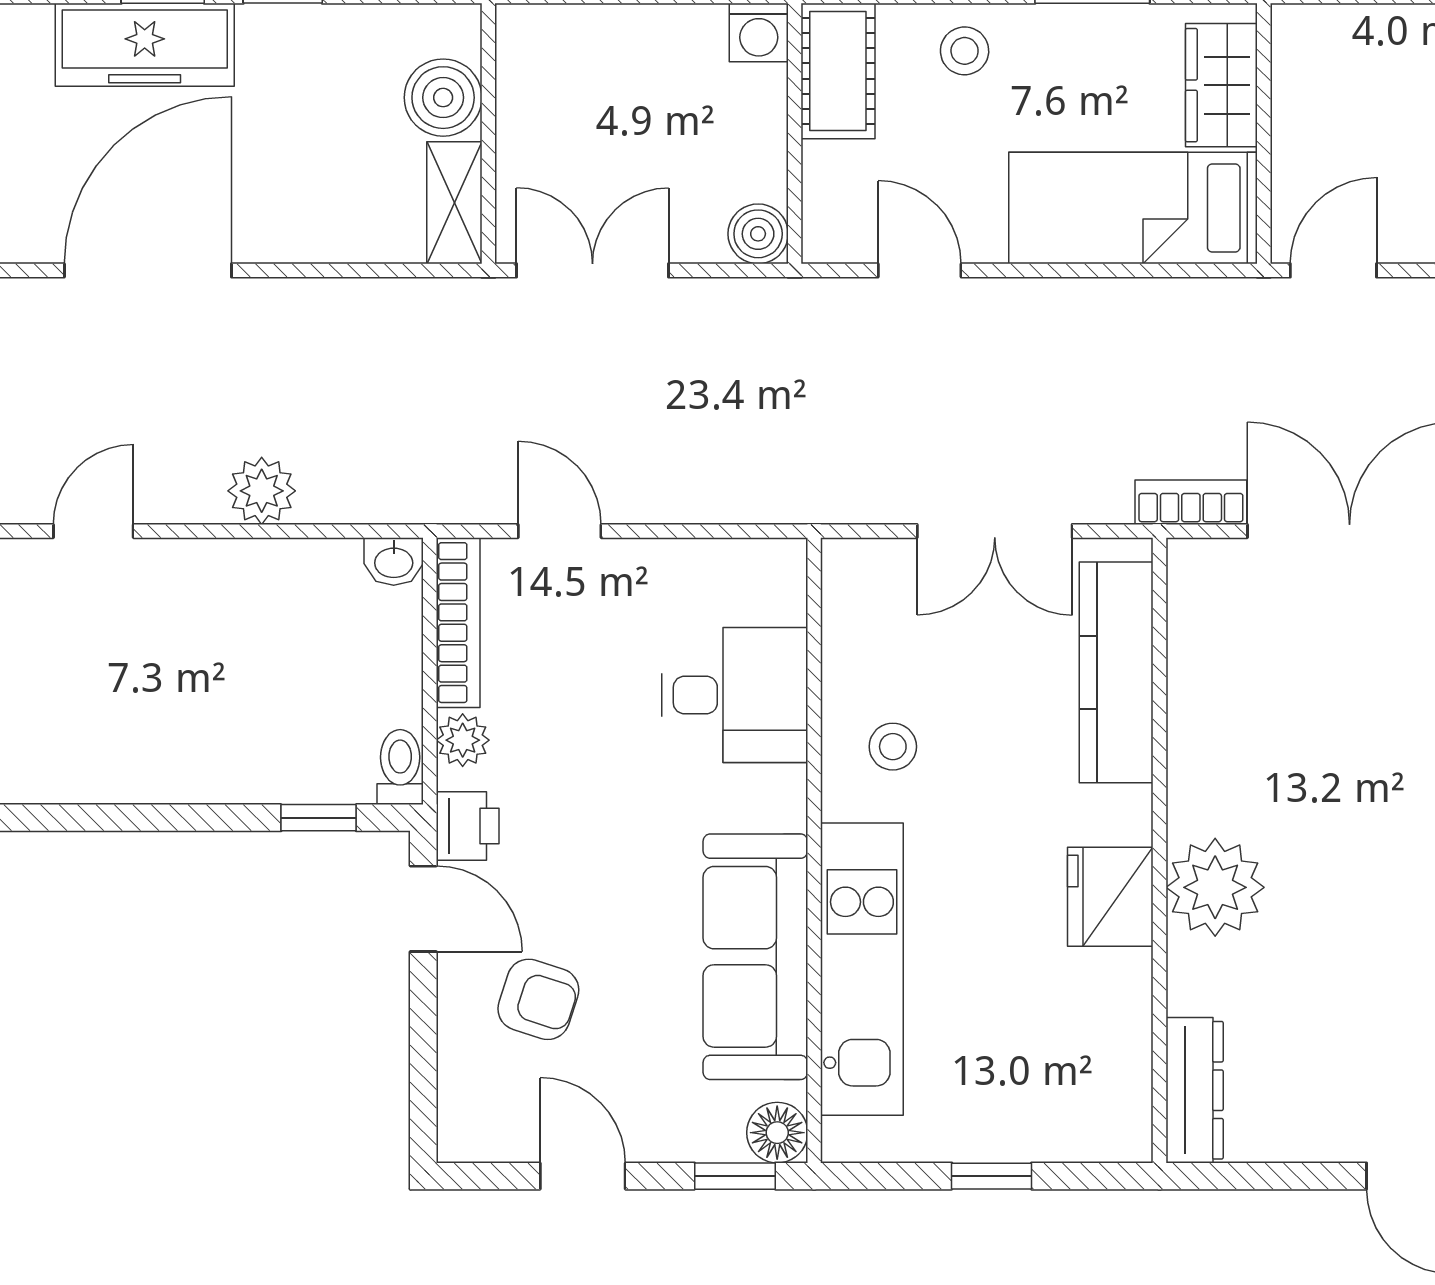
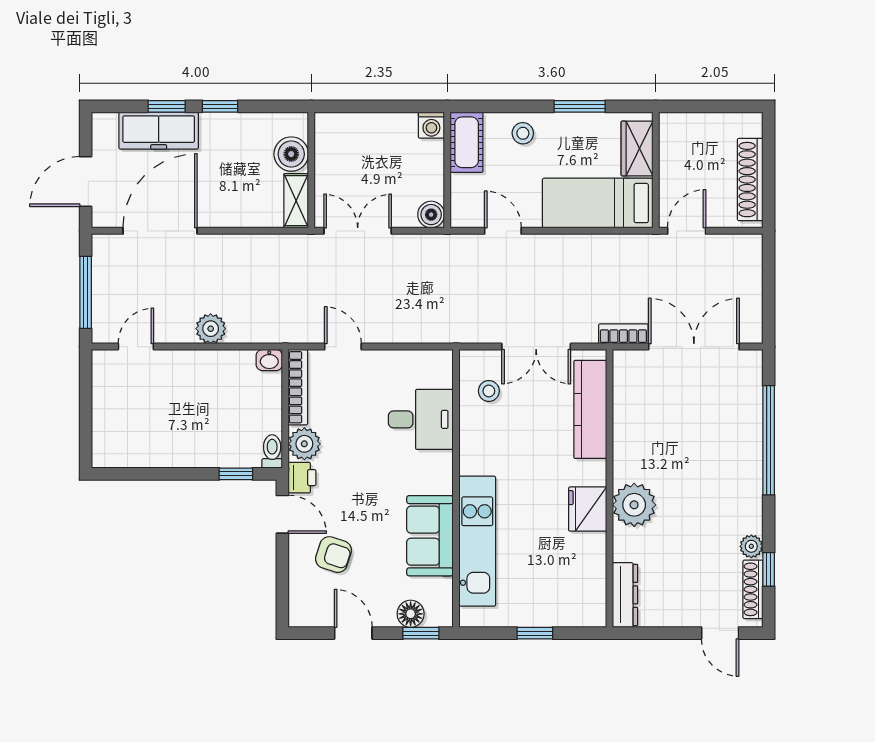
plant: (463, 740) -> (304, 444), width x1.38, depth x1.38
stool: (893, 747) -> (489, 391), moved
sofa: (755, 957) -> (430, 536), width x0.73
floor lamp: (777, 1133) -> (411, 614), moved

